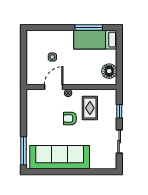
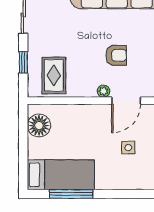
rug: (90, 108) -> (54, 75), moved
armchair: (70, 118) -> (116, 55), moved

